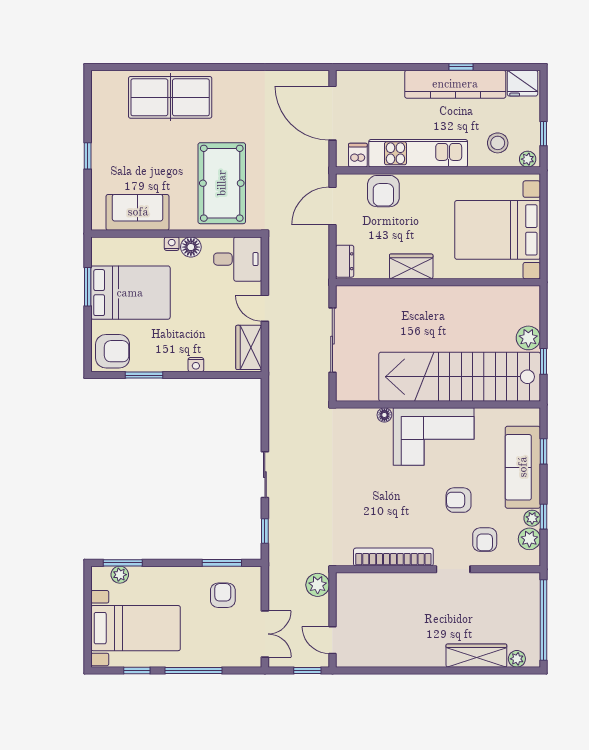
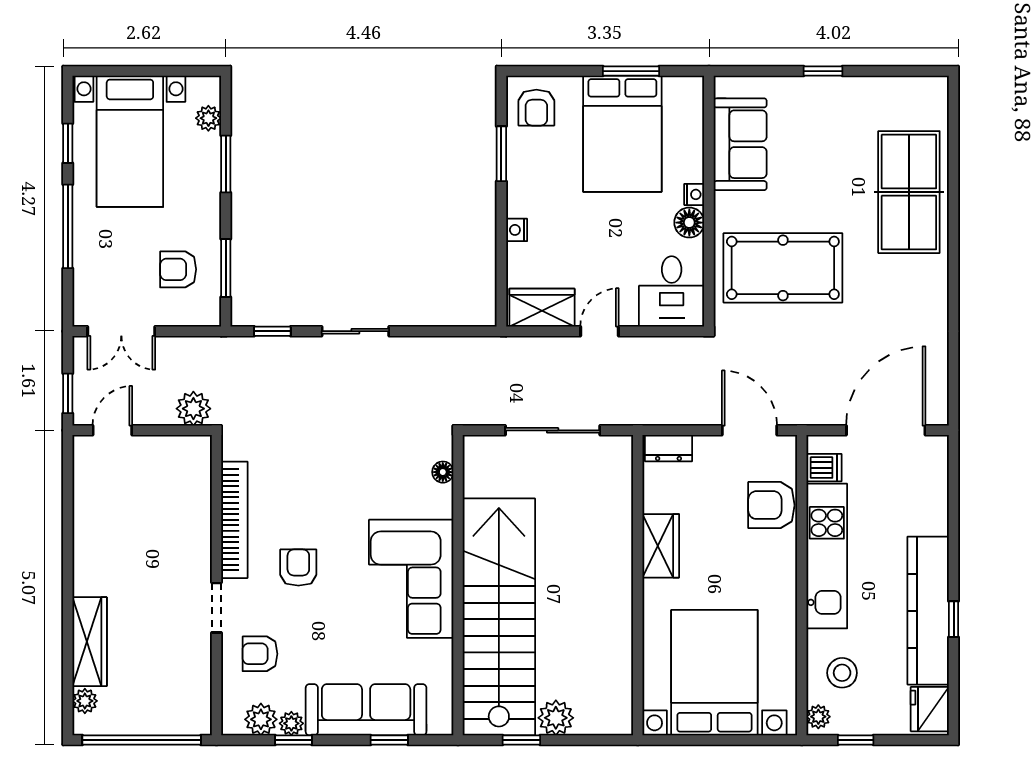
armchair: (113, 351) -> (536, 108), width x0.72, depth x0.72
floor lamp: (384, 415) -> (443, 472), moved
armchair: (459, 500) -> (298, 568), moved
window: (123, 563) -> (226, 164), moved
armchair: (223, 595) -> (178, 269), turned 180

